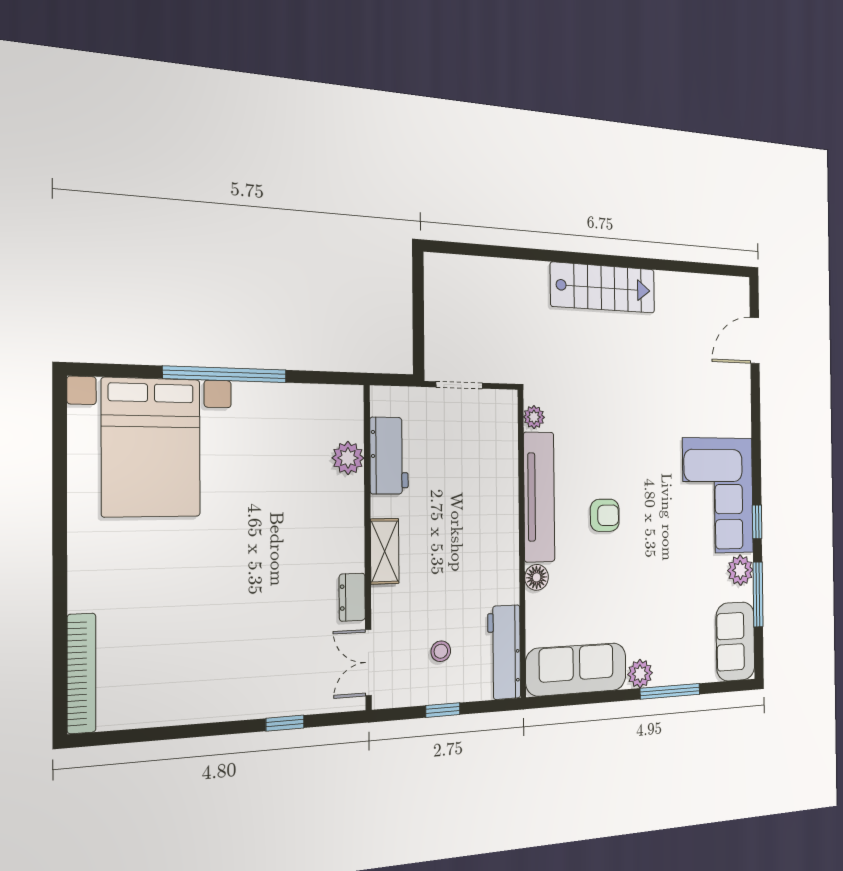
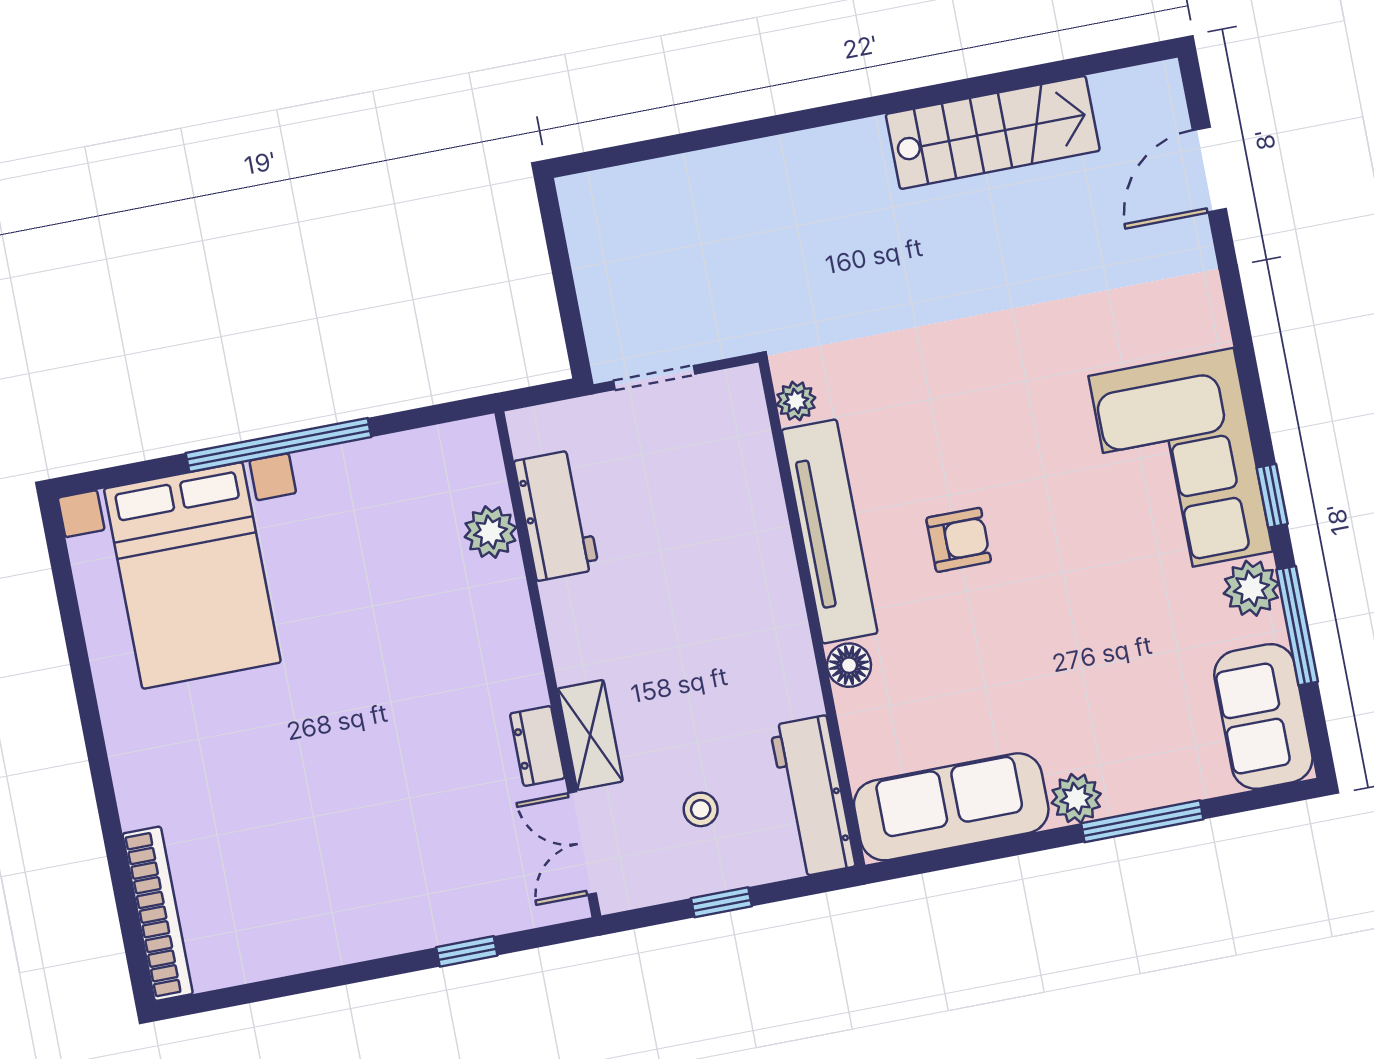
stairs: (603, 288) -> (993, 132), moved
shelving: (385, 551) -> (590, 735), moved

